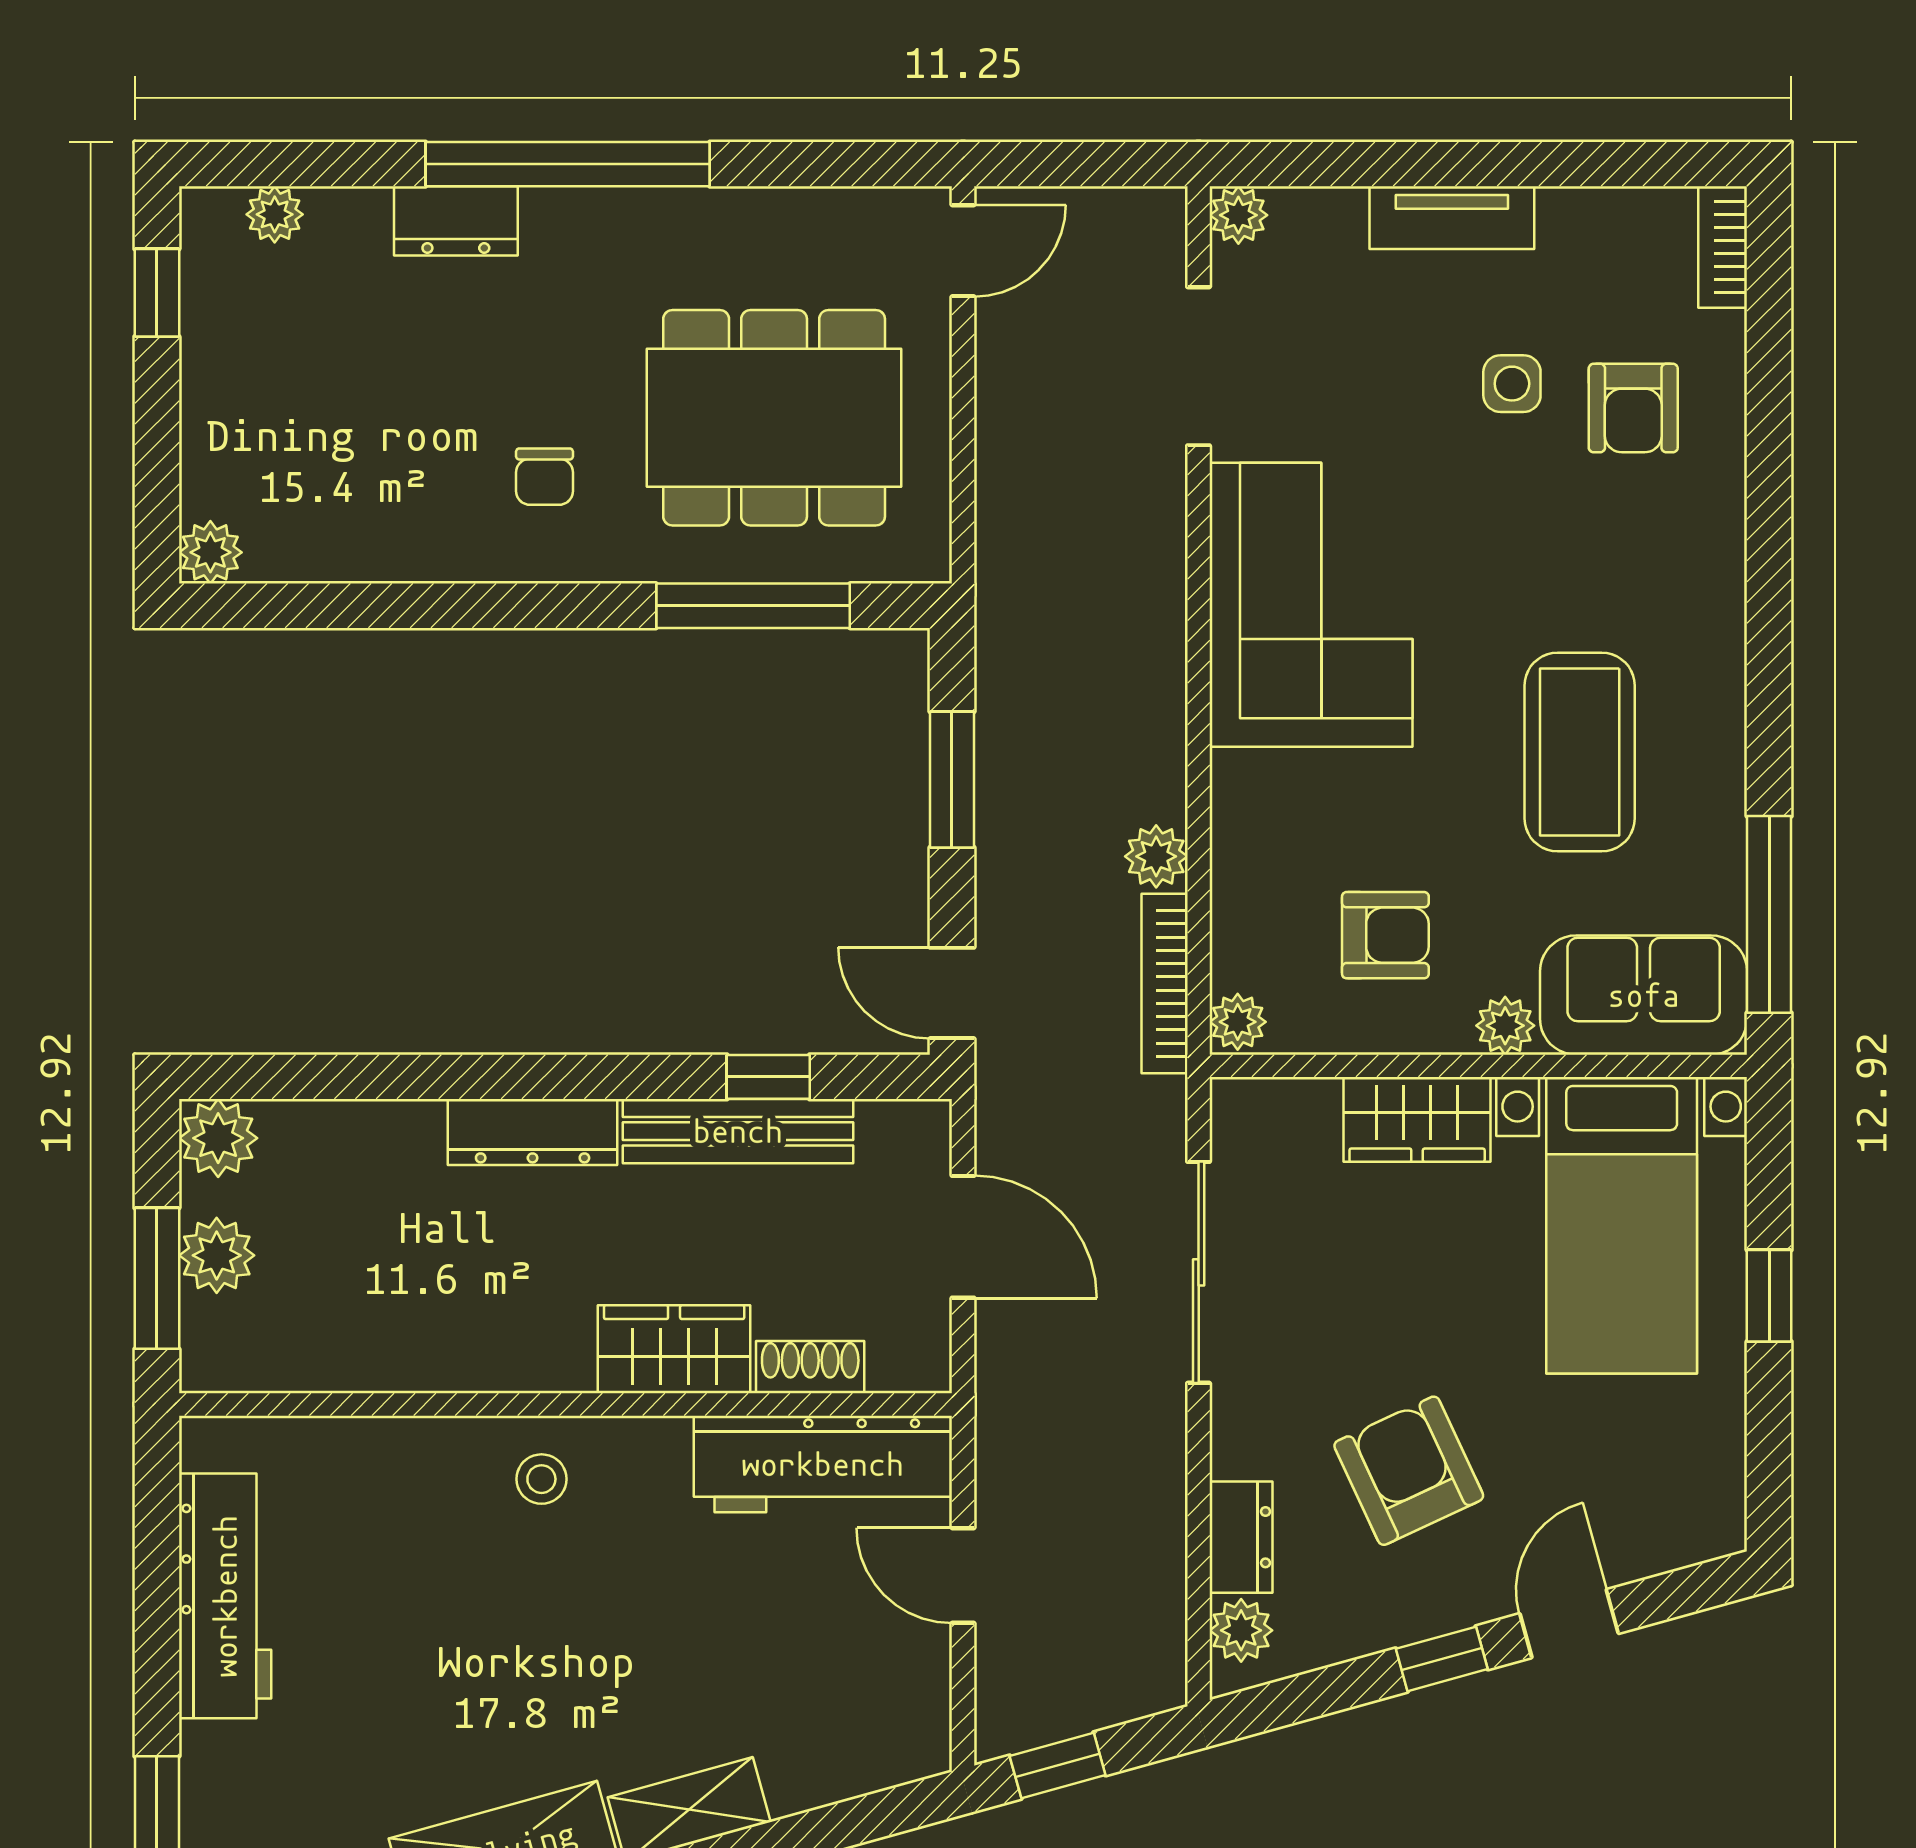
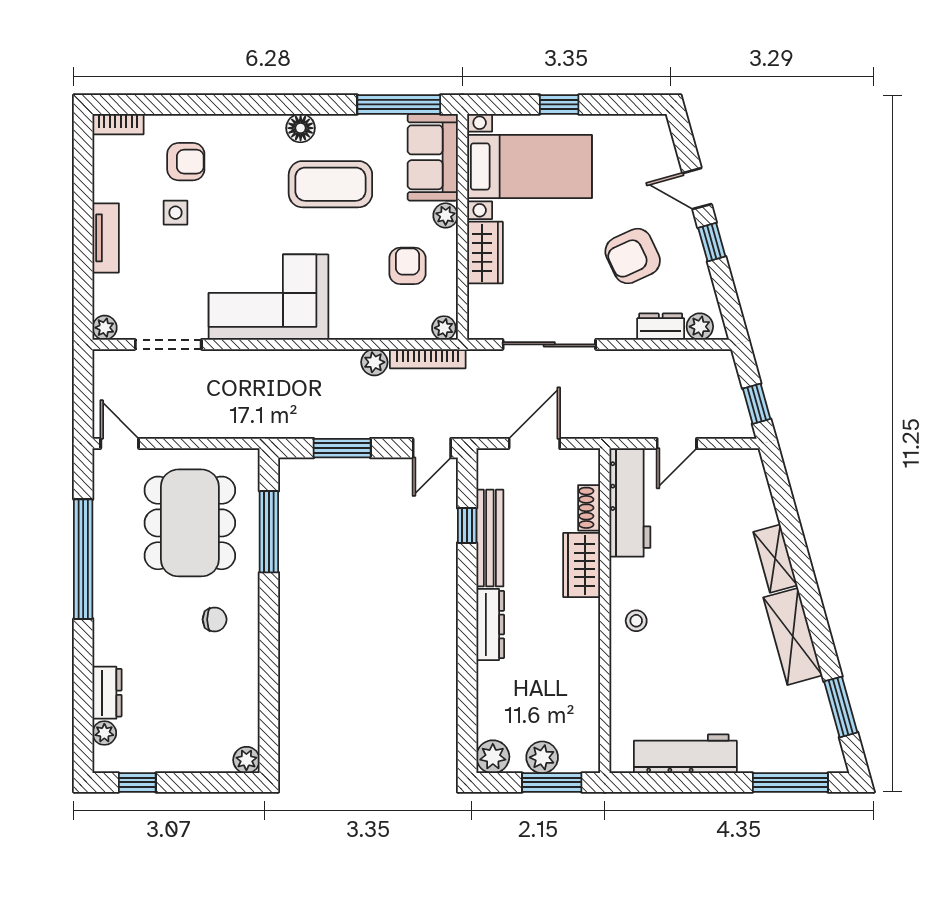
window: (568, 164) -> (83, 559), moved
dresser: (456, 221) -> (107, 693), moved
floor lamp: (1713, 681) -> (301, 128), added

